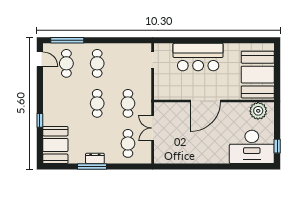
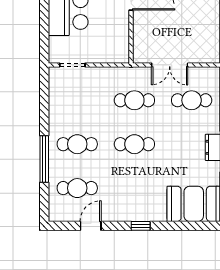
window: (67, 40) -> (44, 159), moved
door: (40, 59) -> (91, 226), moved
window: (40, 120) -> (141, 226), moved

